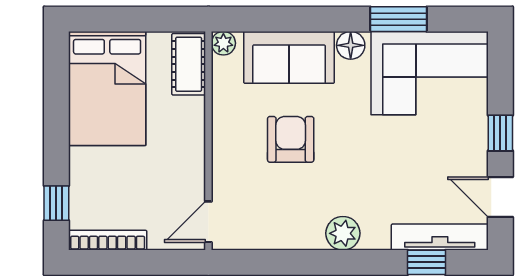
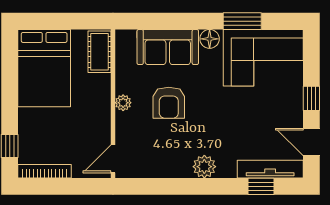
plant: (223, 43) -> (123, 103), moved
armchair: (291, 139) -> (169, 103), turned 180

